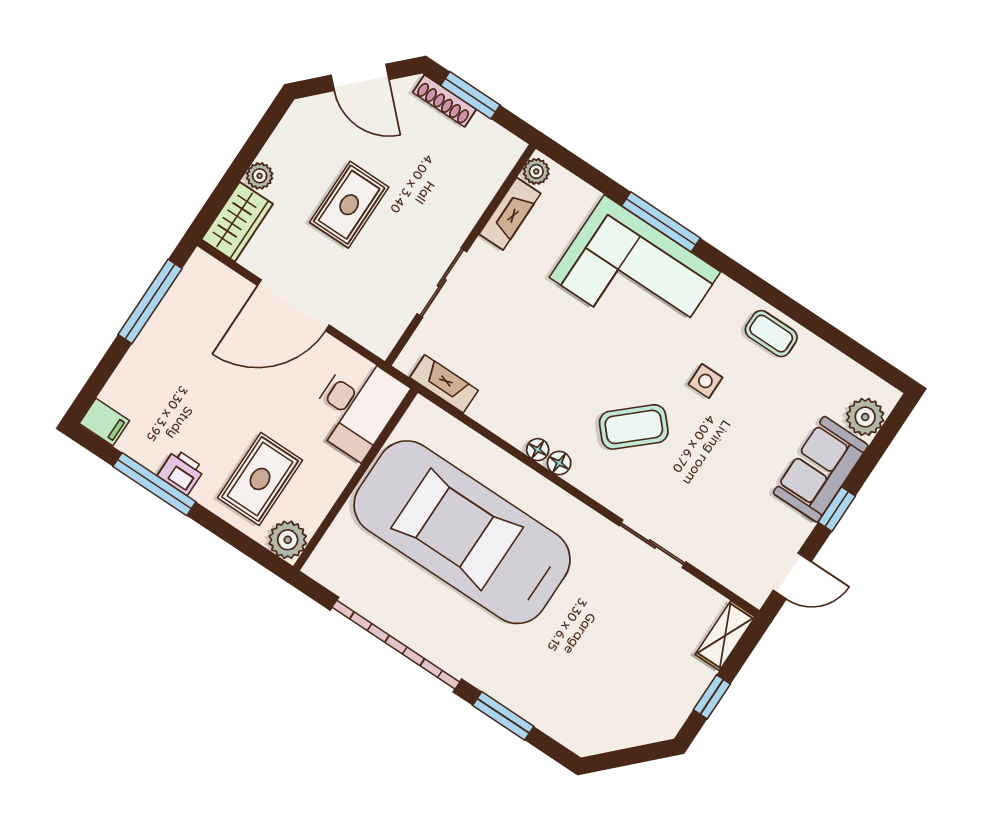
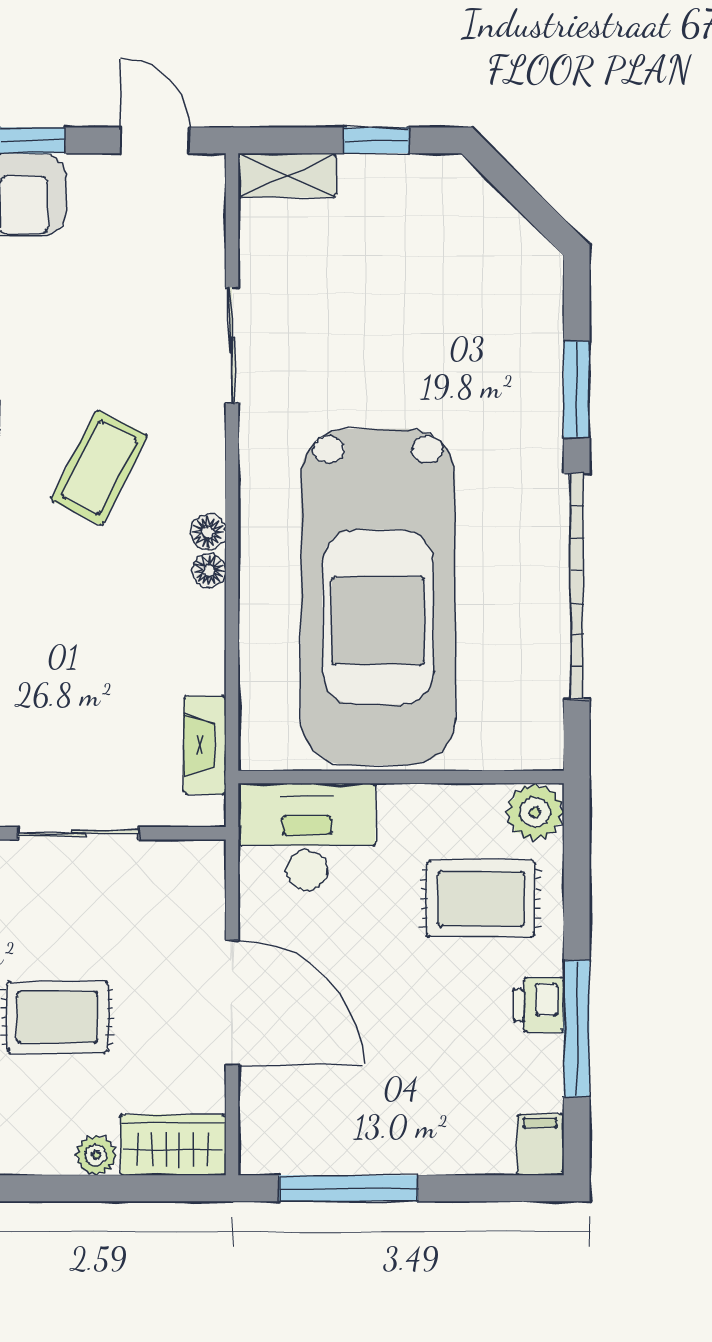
coffee table: (634, 427) -> (99, 468), turned 69

